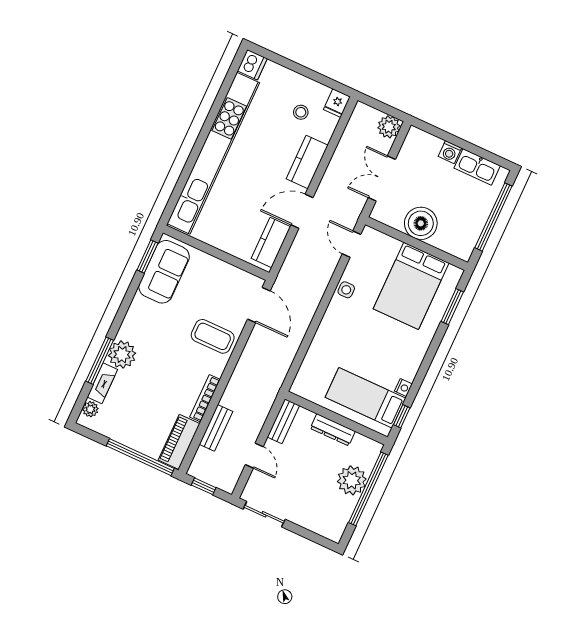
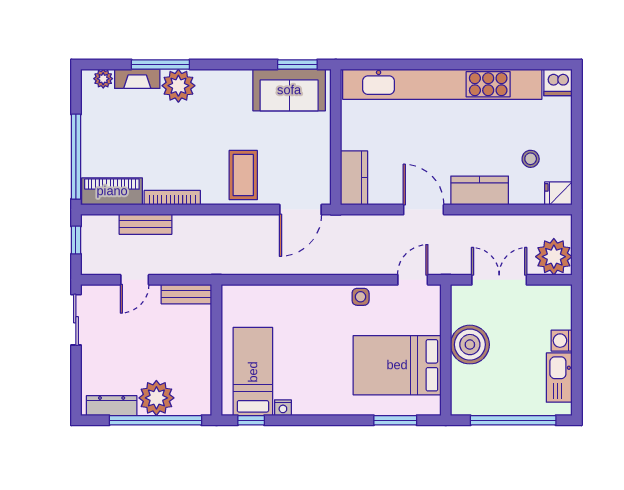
plant: (389, 127) -> (554, 257), width x1.36, depth x1.36
kitchen counter: (271, 242) -> (354, 178), moved, turned 90
dresser: (333, 430) -> (112, 406), moved, turned 90

